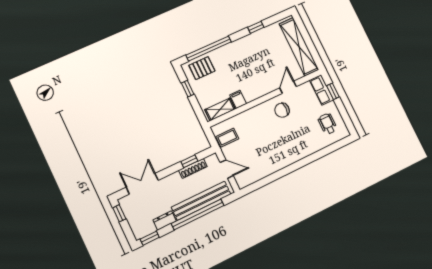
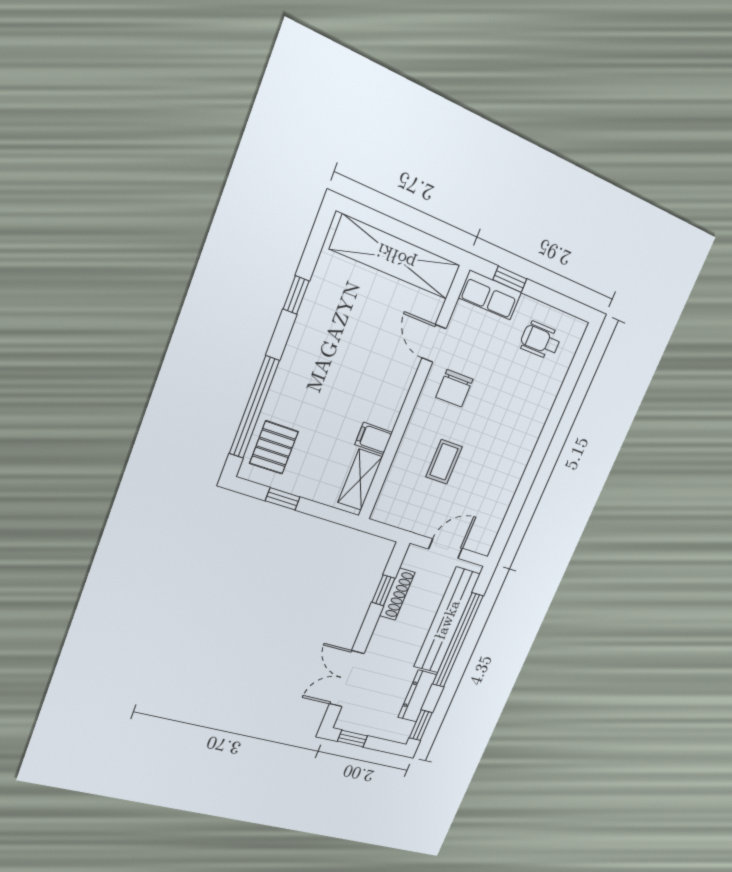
coffee table: (227, 138) -> (444, 462), moved
dresser: (165, 221) -> (417, 696), width x1.44

